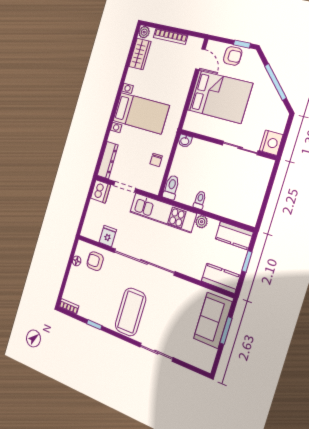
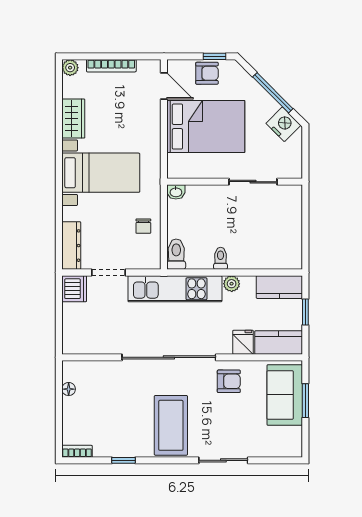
wardrobe: (140, 54) -> (73, 119), moved
nightstand: (271, 143) -> (283, 124), moved, turned -45
fridge: (108, 236) -> (243, 342), moved
armchair: (95, 261) -> (229, 381), moved, turned 180

